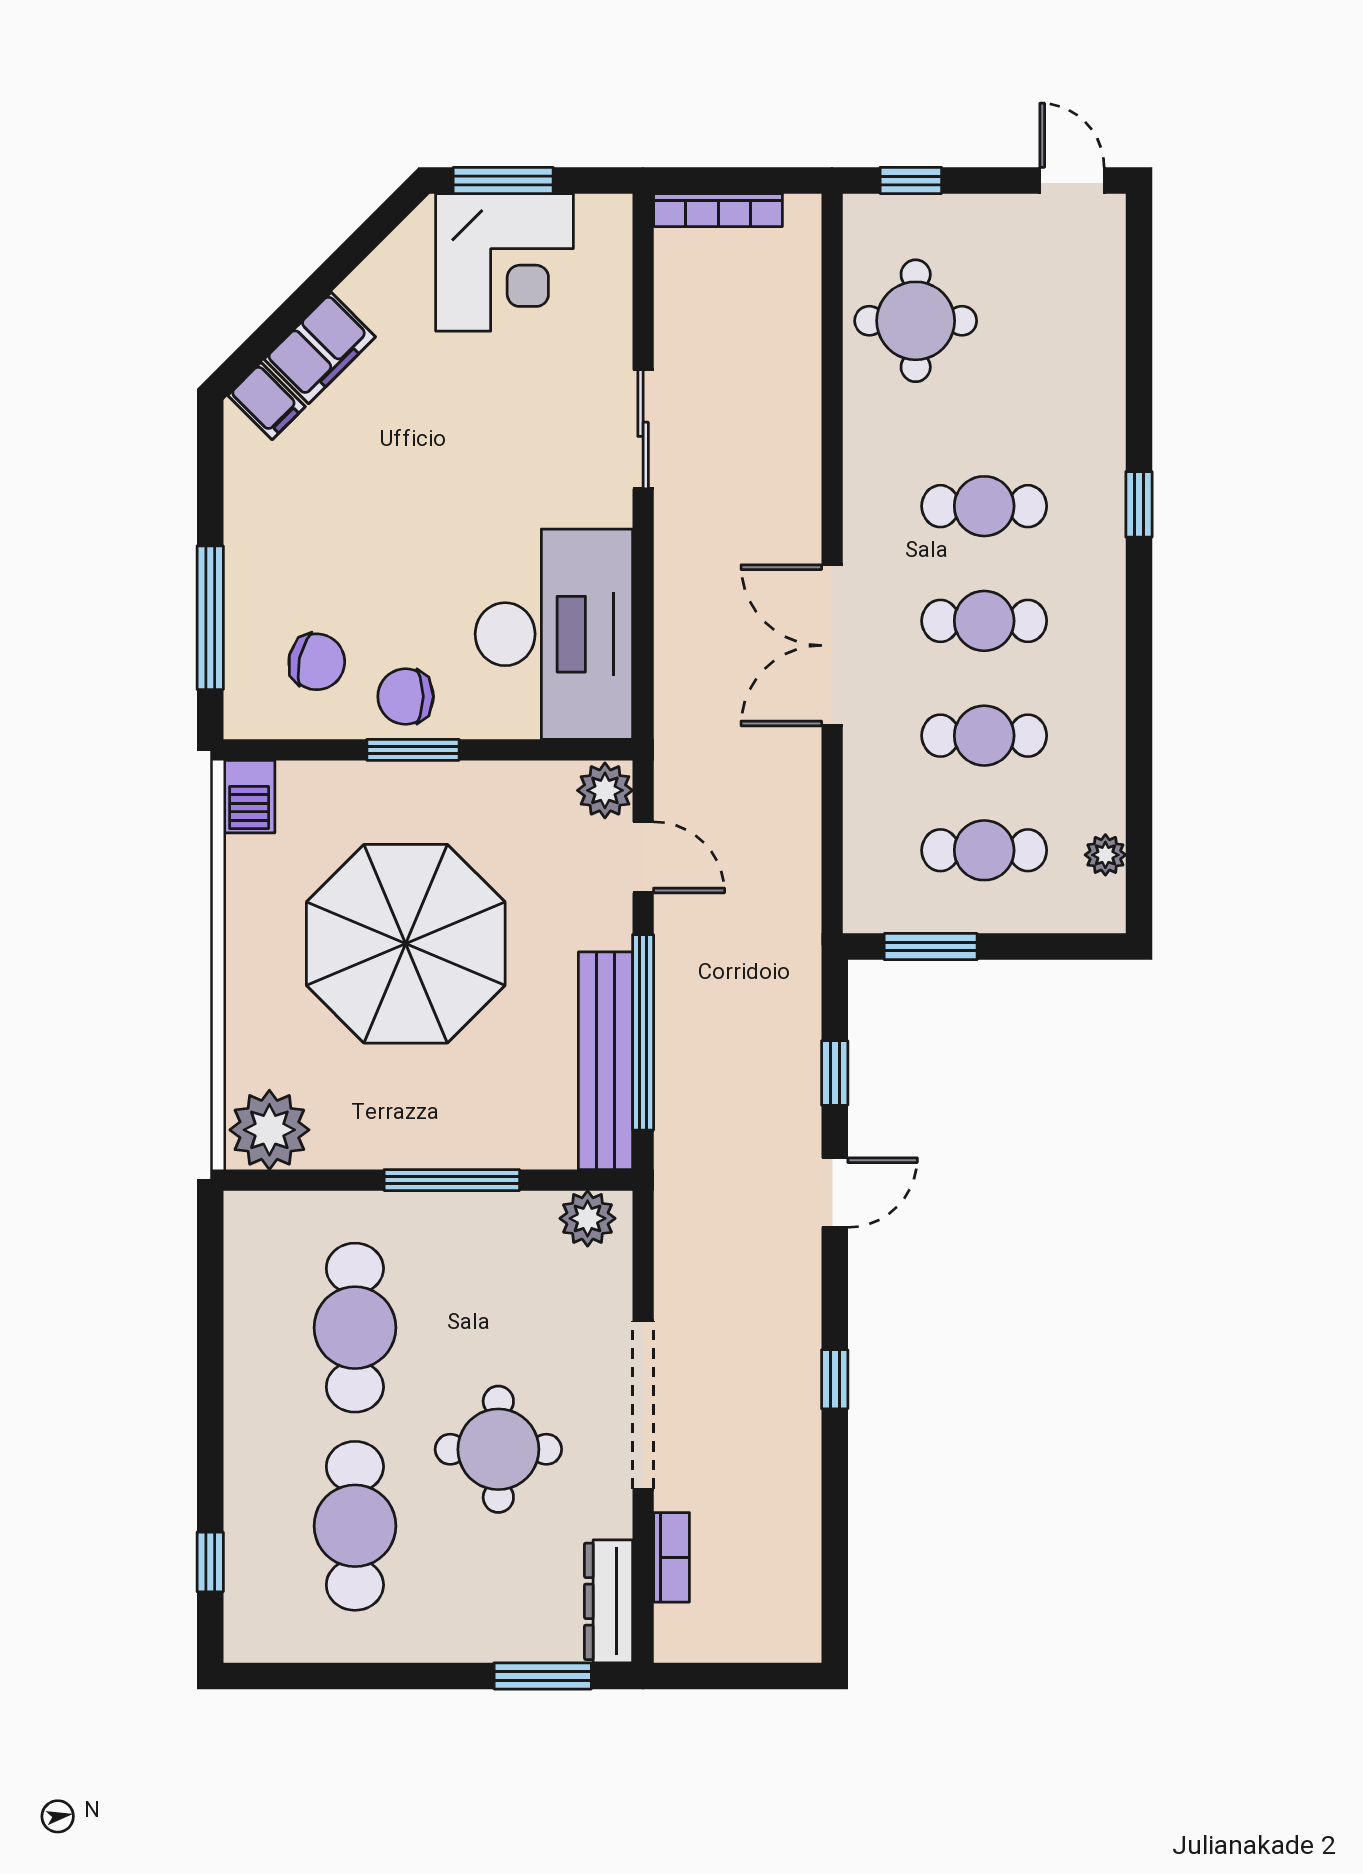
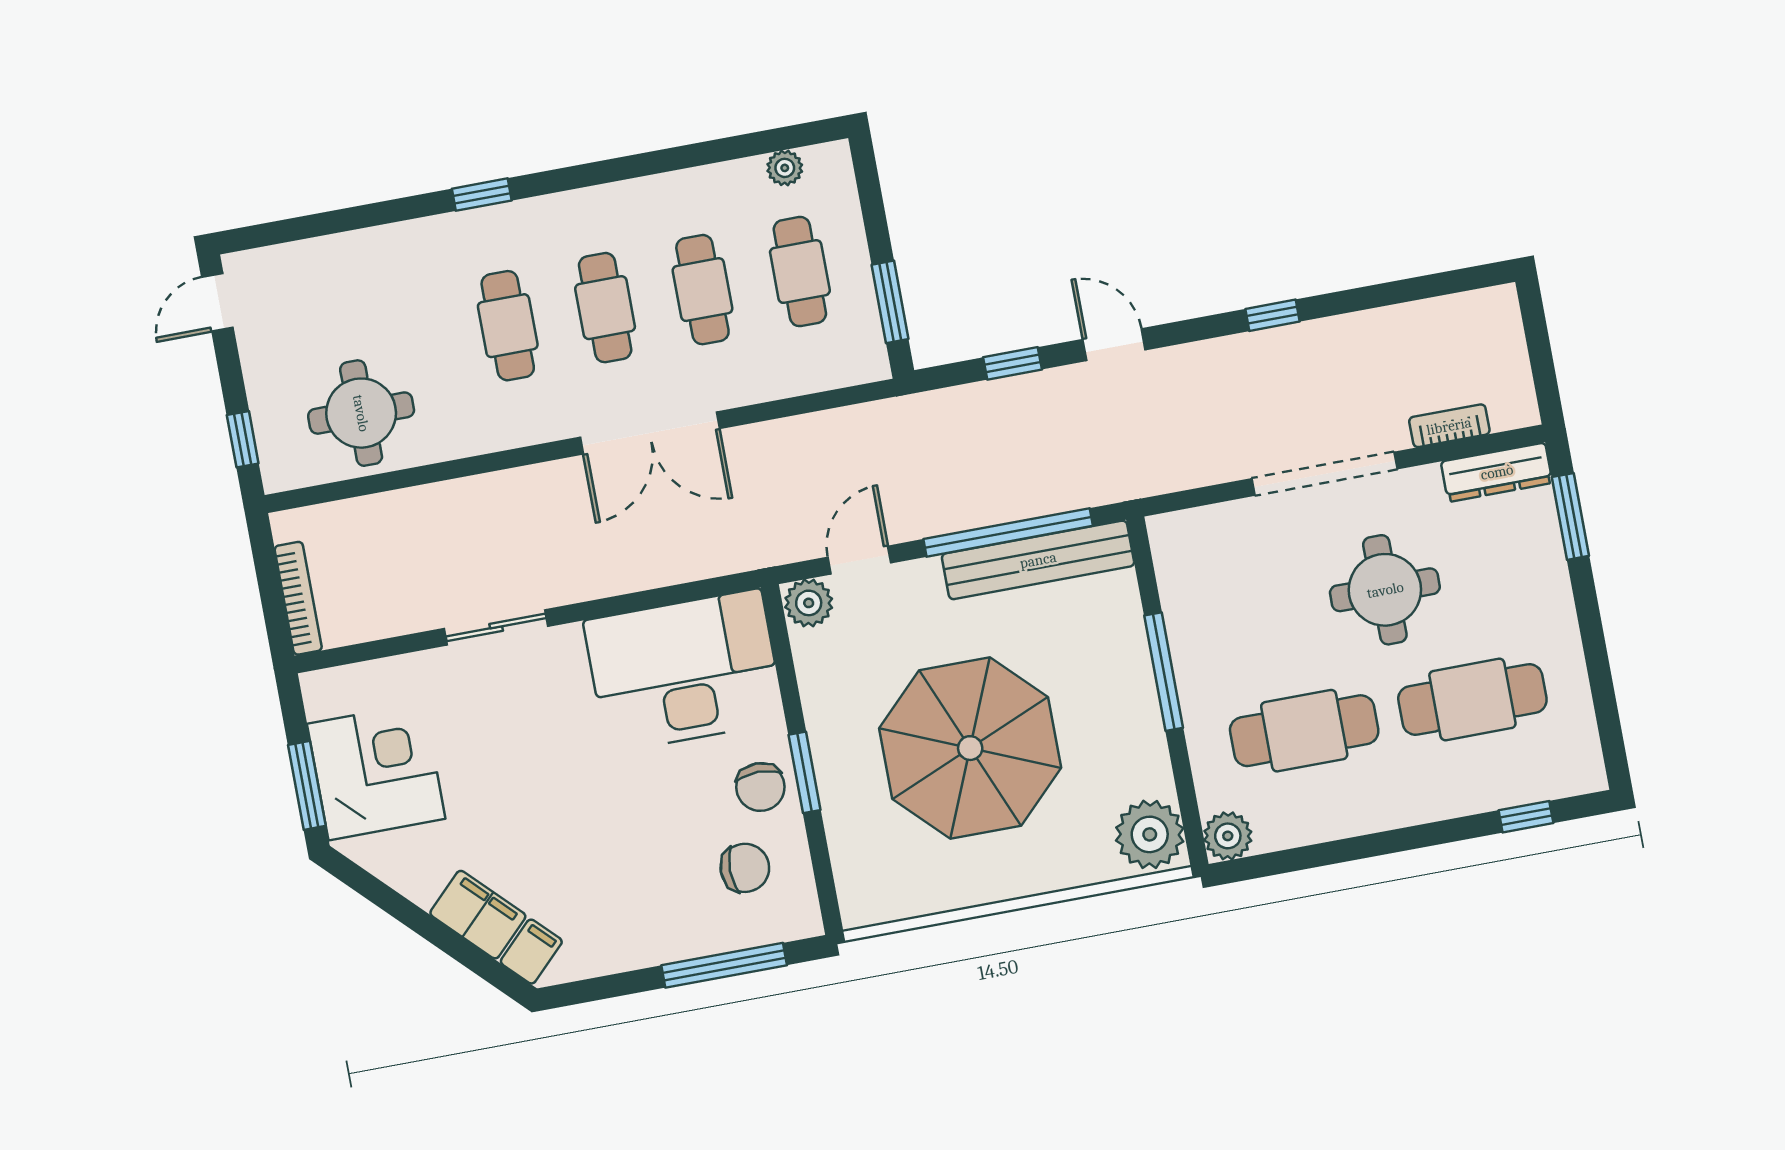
chair: (317, 662) -> (745, 868), turned 77
barbecue: (249, 797) -> (870, 904), removed
plant: (588, 1218) -> (1228, 836), moved

